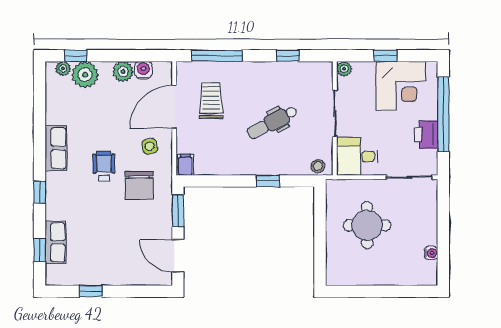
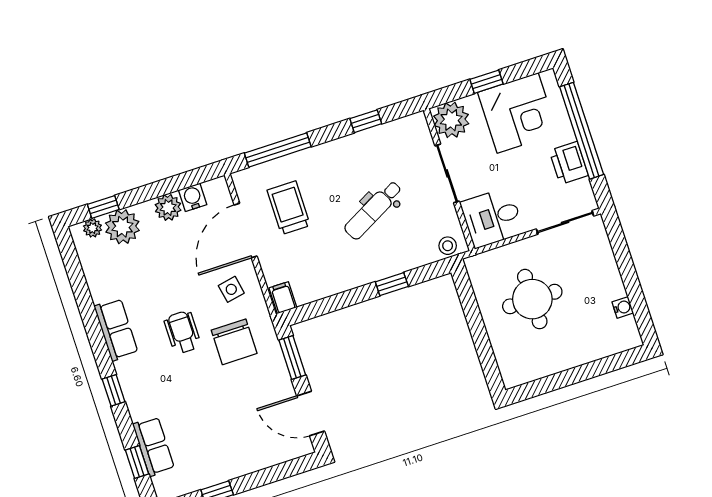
plant: (344, 69) -> (451, 120), width x1.88, depth x1.88

